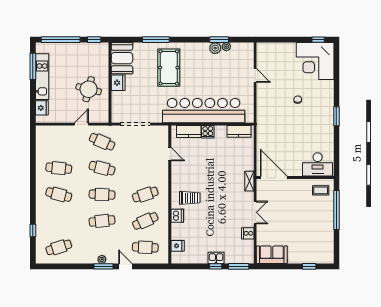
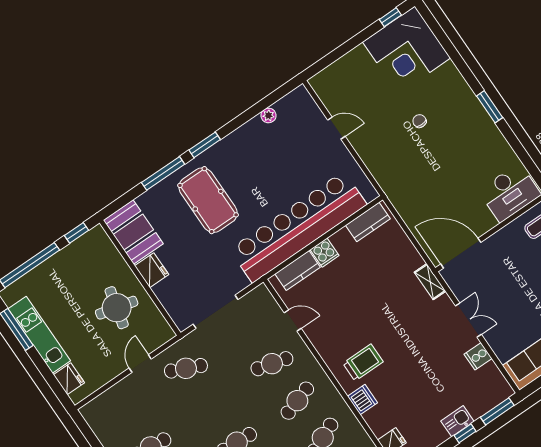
window: (219, 40) -> (205, 145), moved
plant: (215, 48) -> (254, 128), removed
cafe table: (102, 168) -> (272, 364), moved

